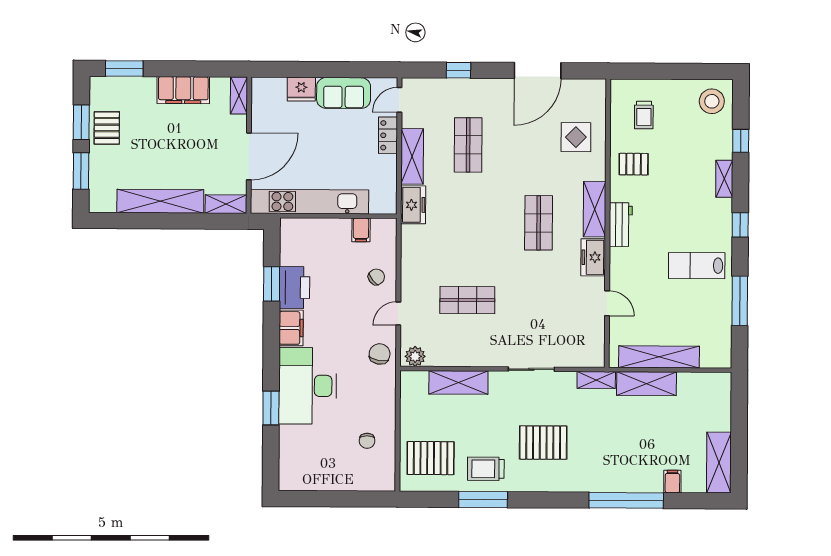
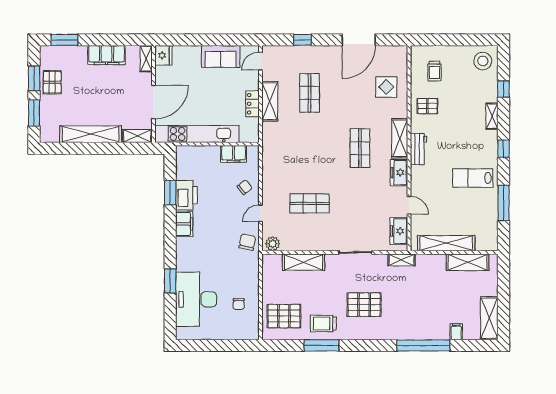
fridge: (301, 89) -> (163, 55), moved, turned -90
locker: (388, 135) -> (252, 104), moved
freezer: (413, 205) -> (399, 231), moved, turned 180
filing cabinet: (361, 230) -> (234, 154), width x2.00
shelving: (646, 384) -> (467, 262), moved
desk: (308, 386) -> (196, 299), moved

